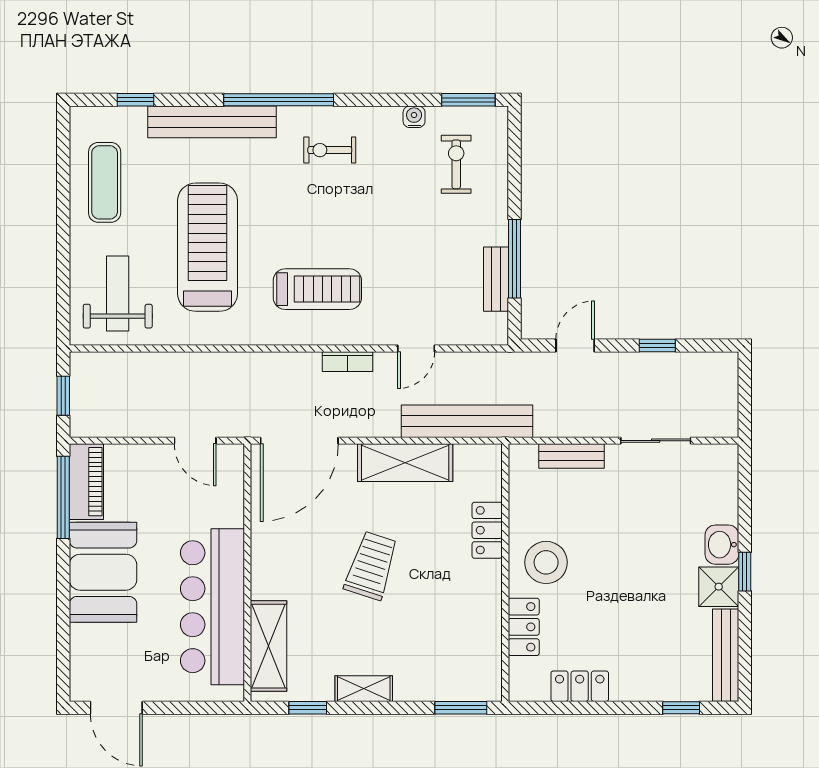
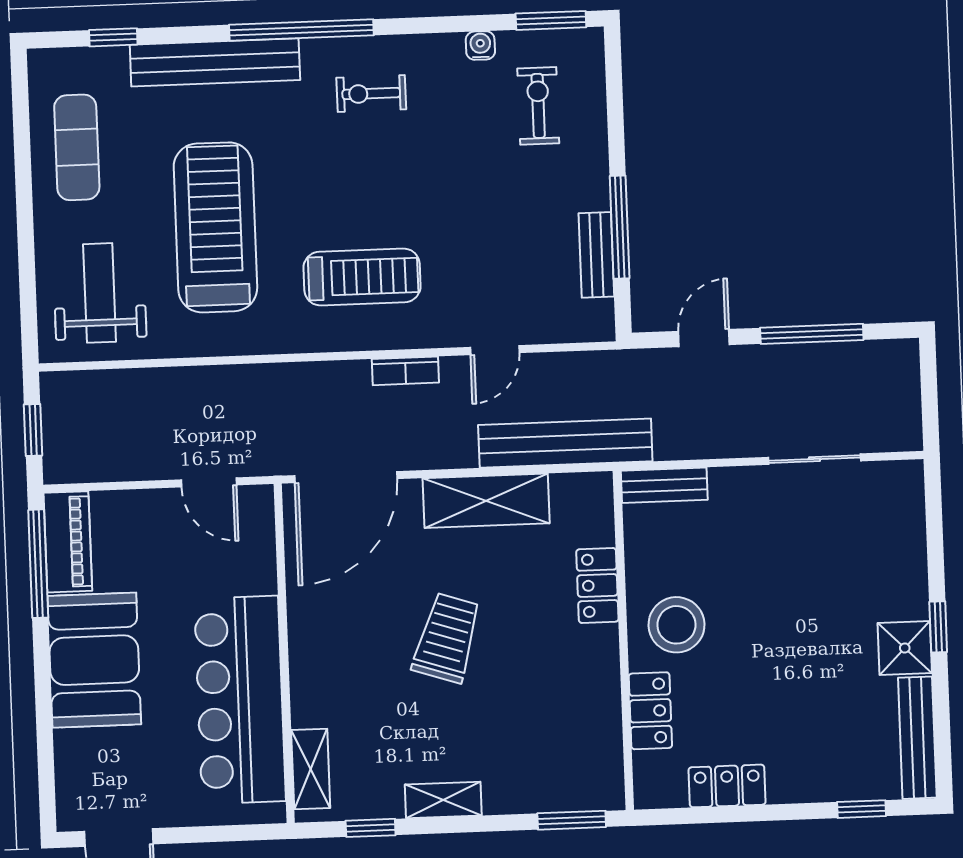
window: (657, 345) -> (812, 334), width x2.17
bench: (571, 456) -> (664, 485), moved
washbasin: (722, 545) -> (907, 593), removed
shelving: (269, 646) -> (311, 769), width x0.67, depth x0.75

